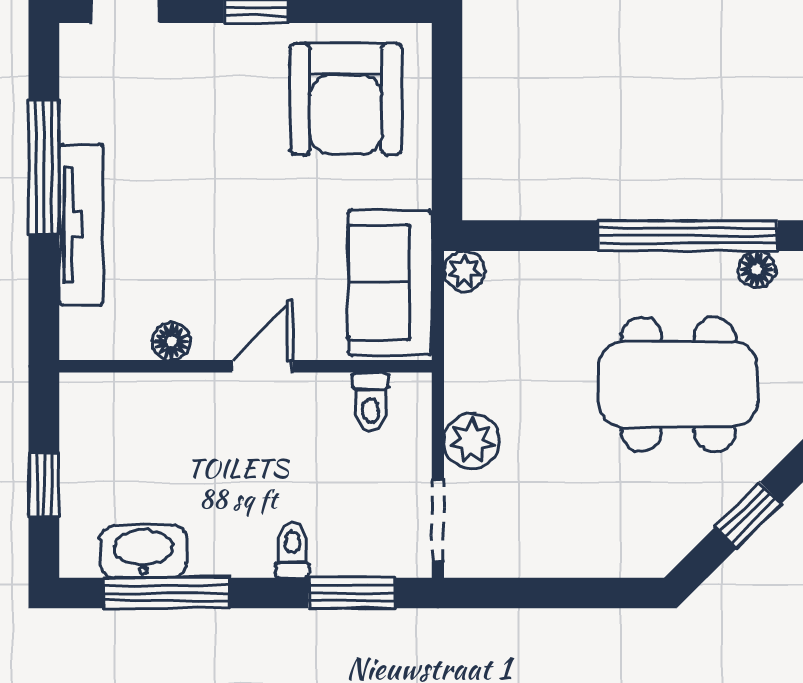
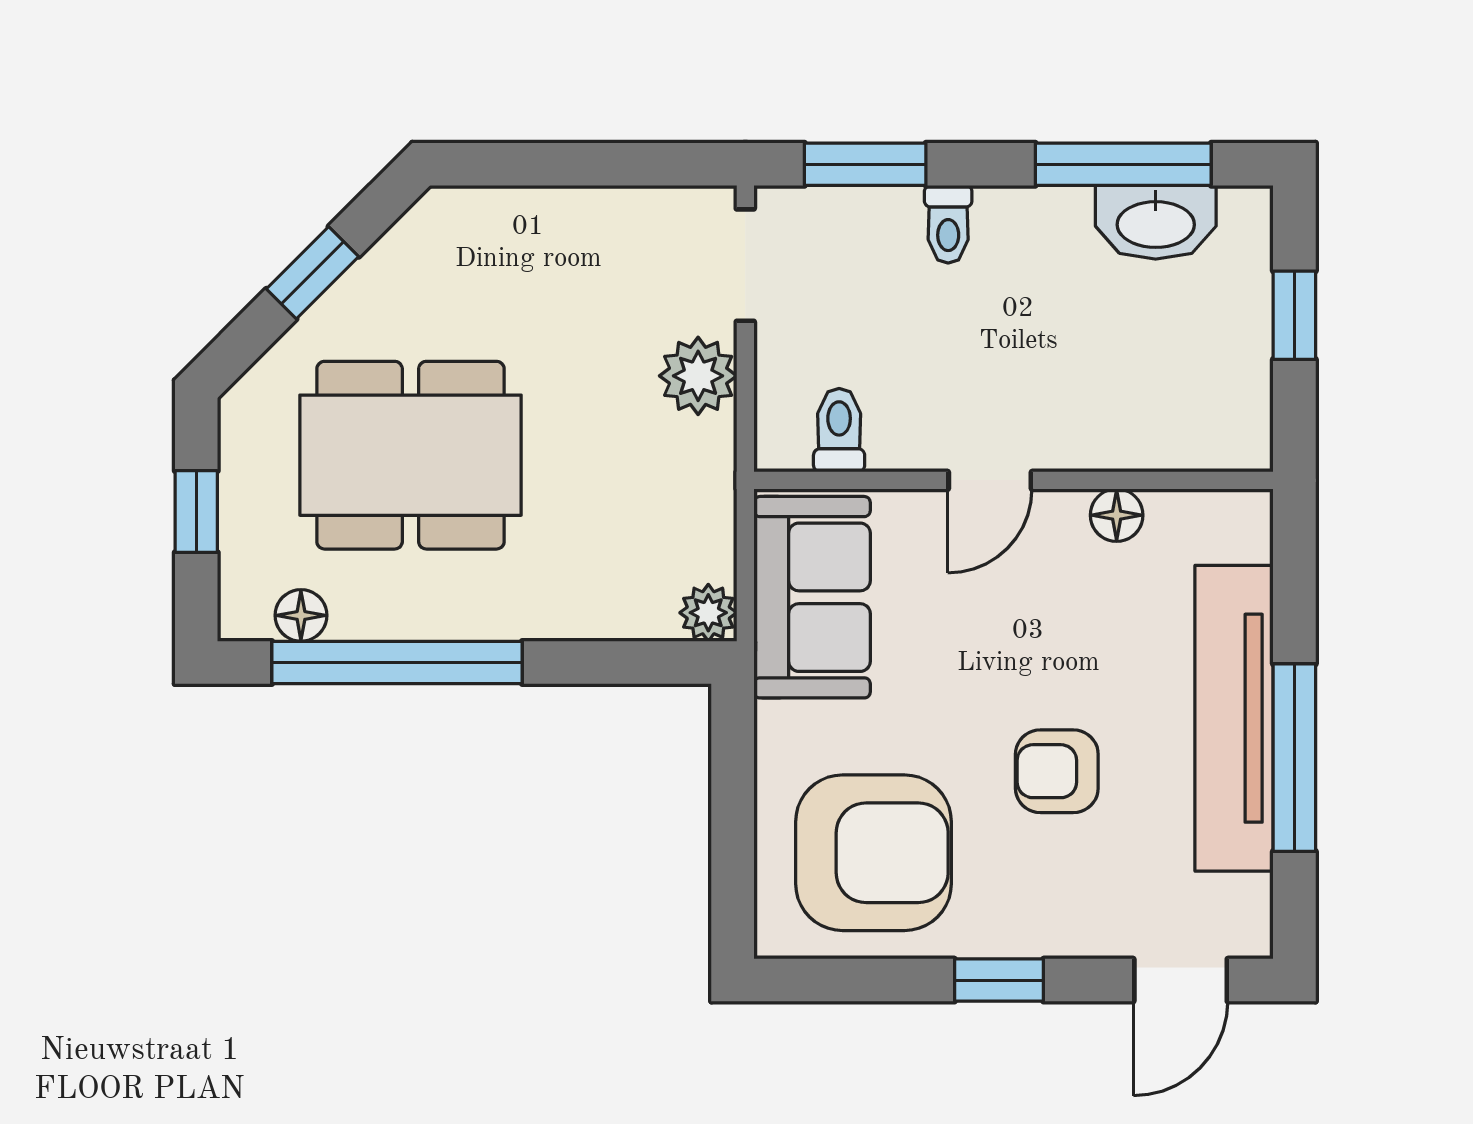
armchair: (346, 99) -> (874, 853), turned 90
armchair: (214, 158) -> (1057, 771), added
tv unit: (81, 225) -> (1234, 718), width x1.36, depth x1.29

